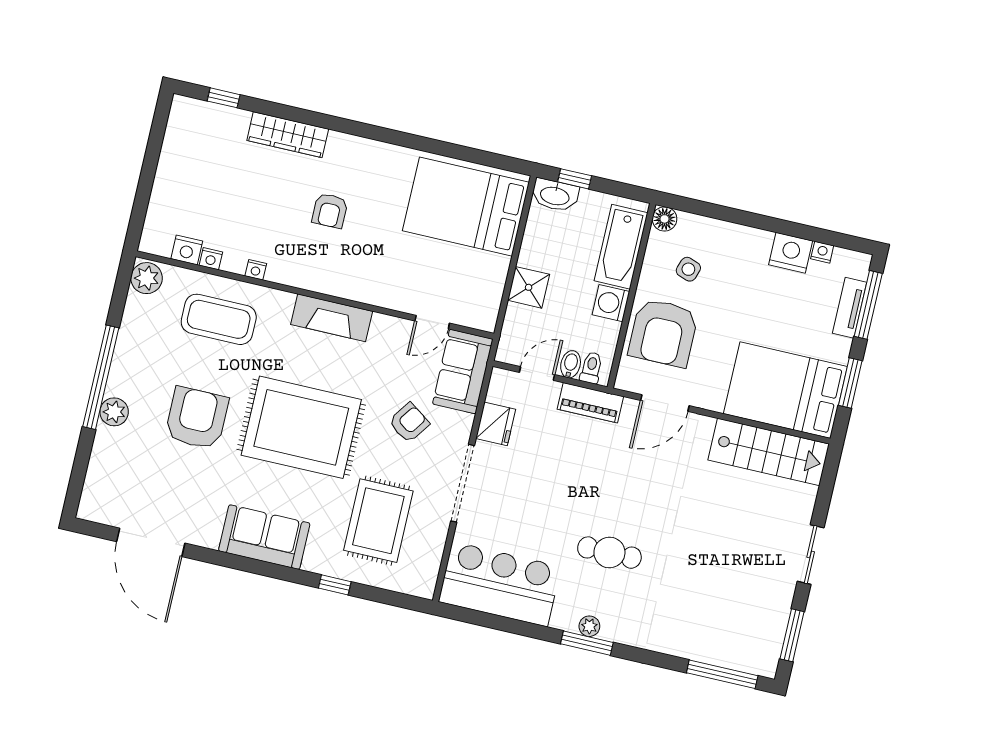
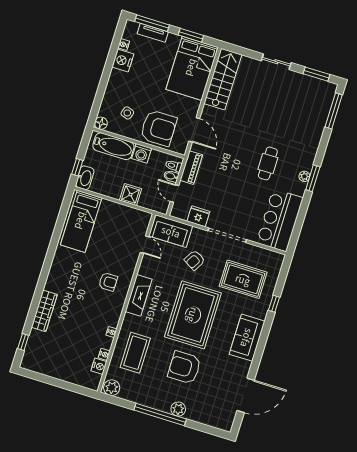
bed: (466, 207) -> (81, 221), width x0.67
armchair: (330, 211) -> (108, 282), moved
armchair: (409, 423) -> (195, 260), turned -95

